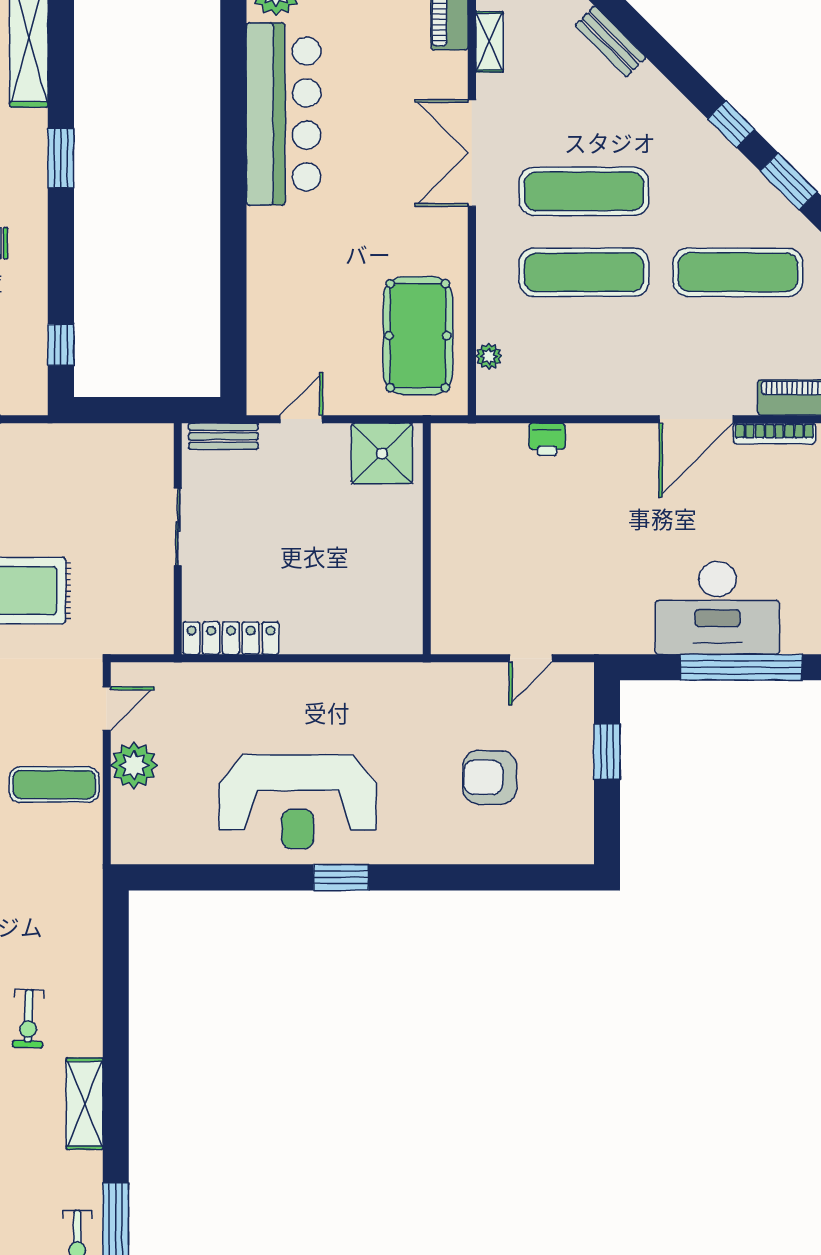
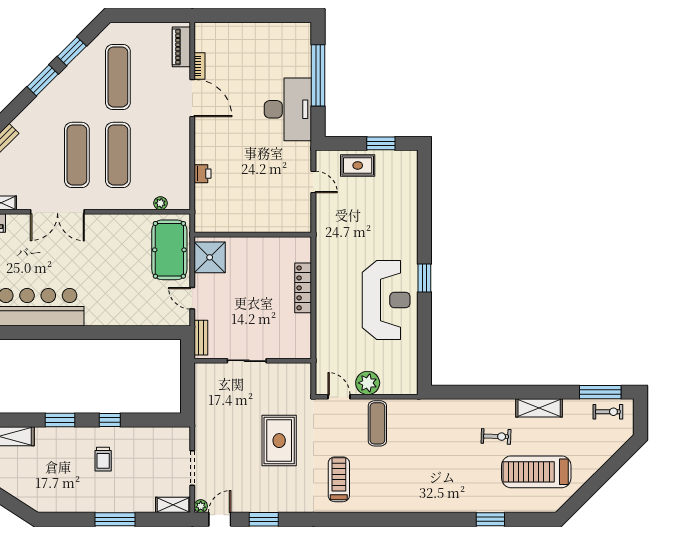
window: (731, 124) -> (43, 80), width x1.50
pool table: (418, 336) -> (169, 250), moved, turned 90
window: (61, 345) -> (110, 420), moved
bookcase: (774, 434) -> (200, 66), width x0.64
desk: (717, 608) -> (288, 109), moved
locker: (231, 638) -> (303, 288), moved
rug: (563, 746) -> (358, 165), added
window: (607, 752) -> (381, 143), moved
armchair: (490, 777) -> (374, 203), removed

